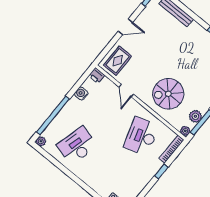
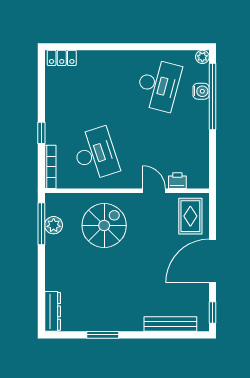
door: (125, 27) -> (213, 261), width x1.88
printer: (97, 76) -> (177, 181), moved
water cooler: (81, 93) -> (201, 91), moved
plant: (185, 131) -> (52, 200), removed

